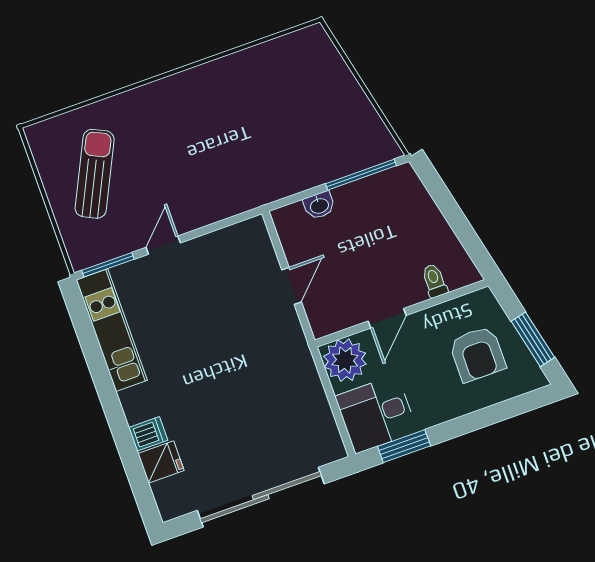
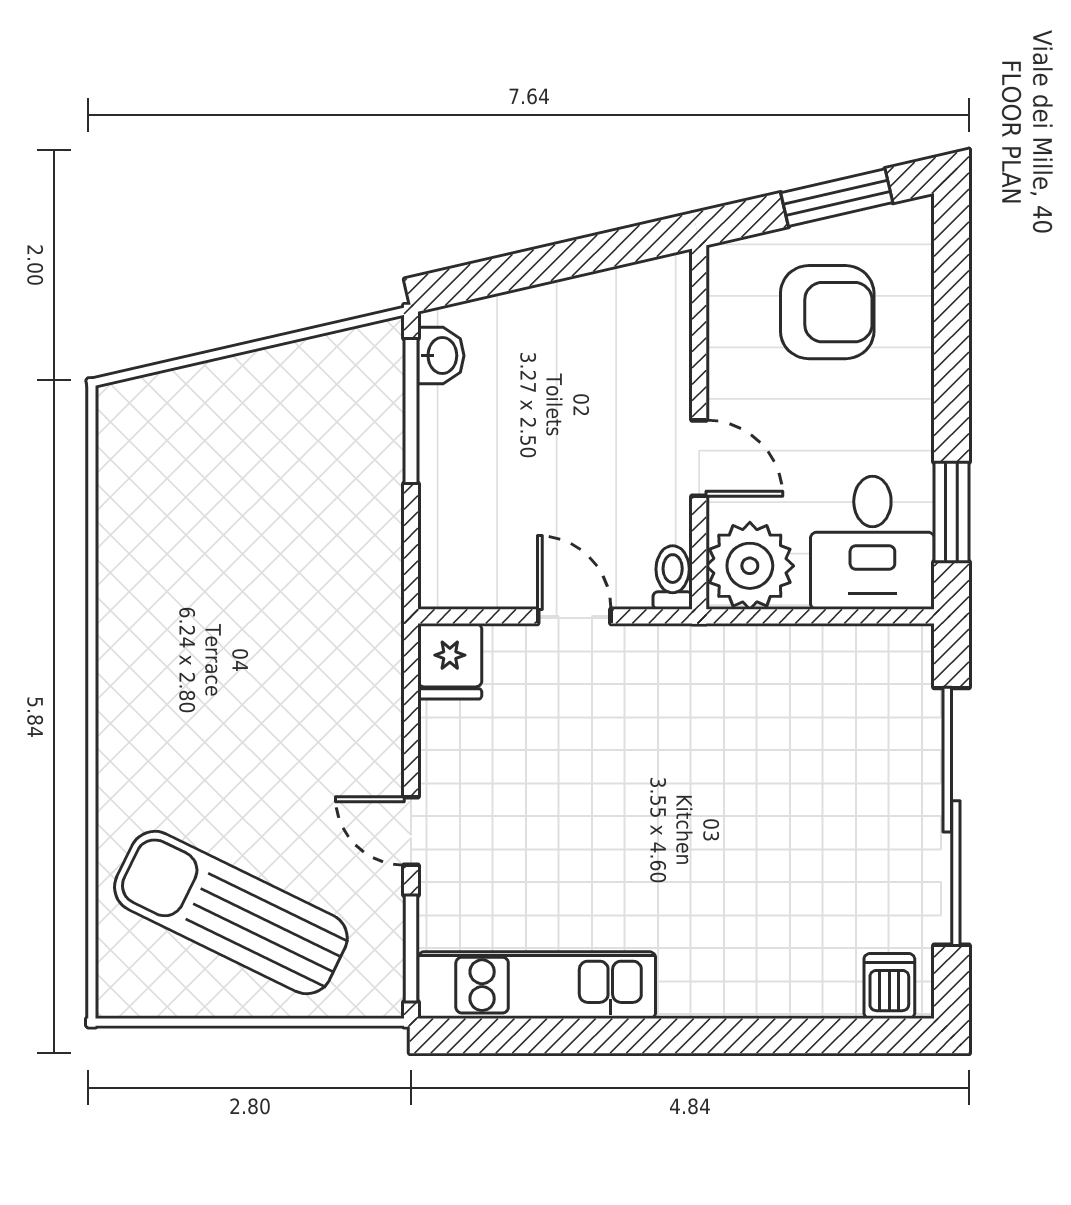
sun lounger: (95, 174) -> (231, 913), width x1.36, depth x1.34
washbasin: (319, 205) -> (441, 356), moved
toilet: (434, 281) -> (673, 578), moved, turned 90
dishwasher: (148, 434) -> (889, 986), moved
fridge: (161, 462) -> (450, 661), moved, turned 180

